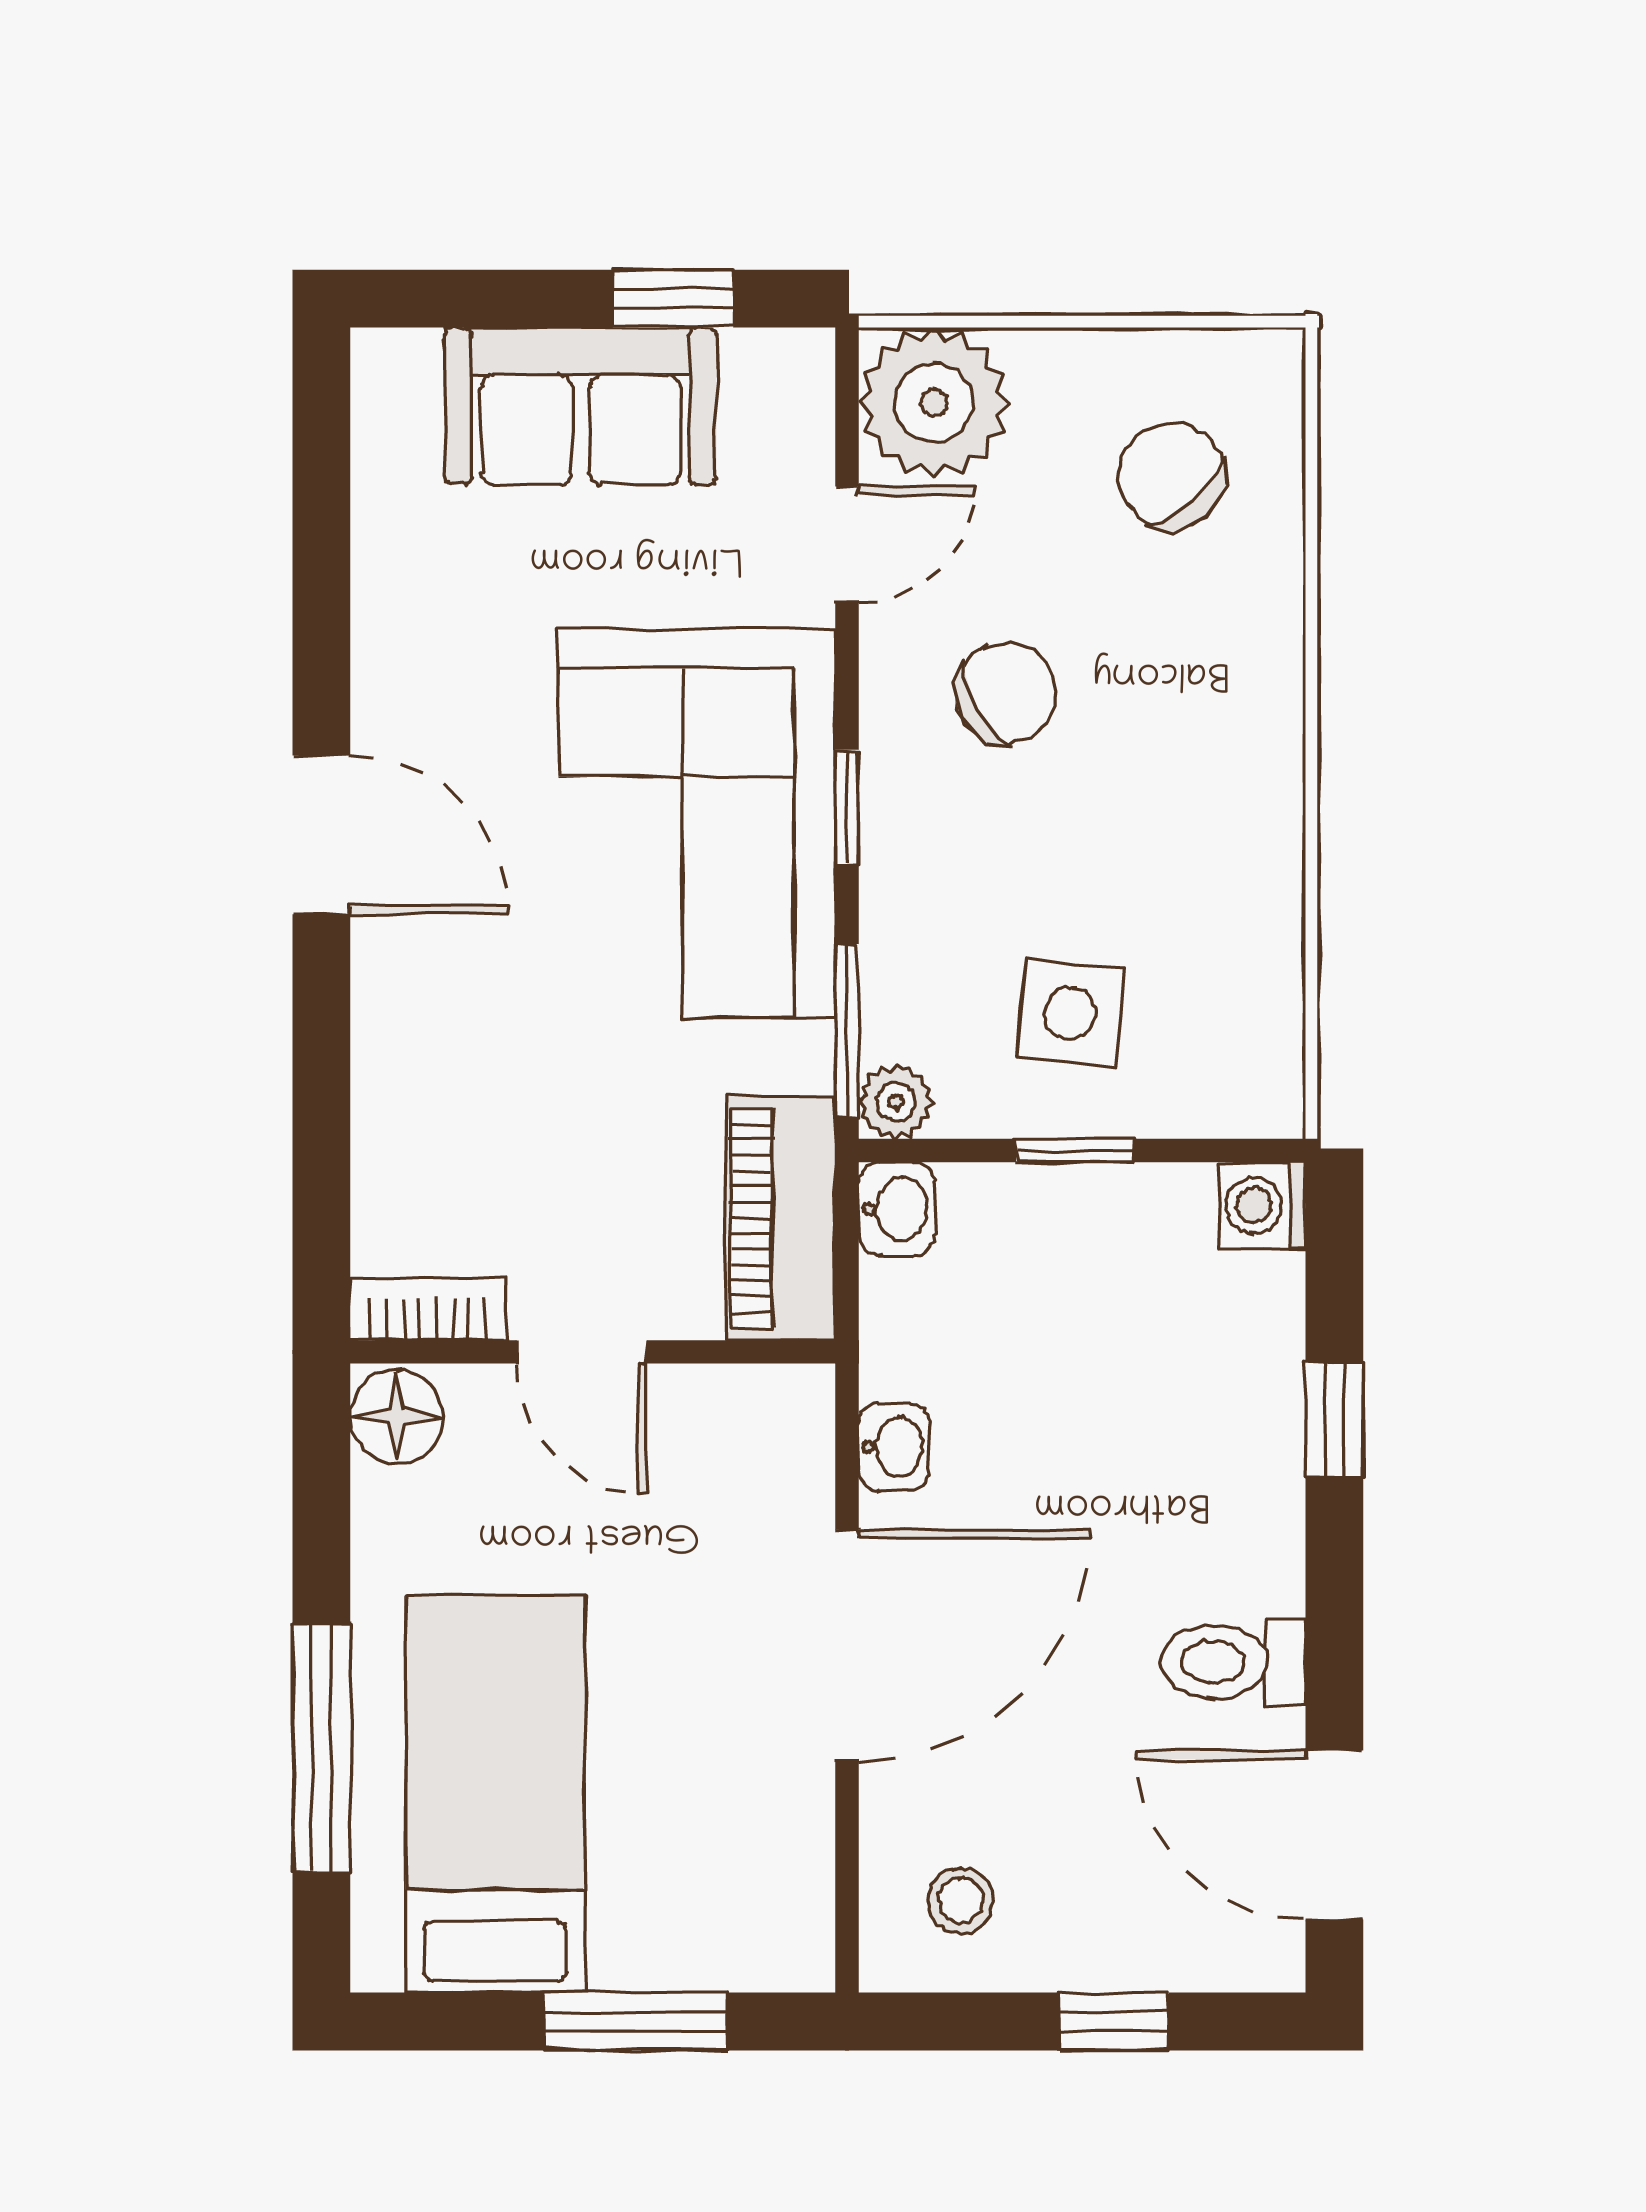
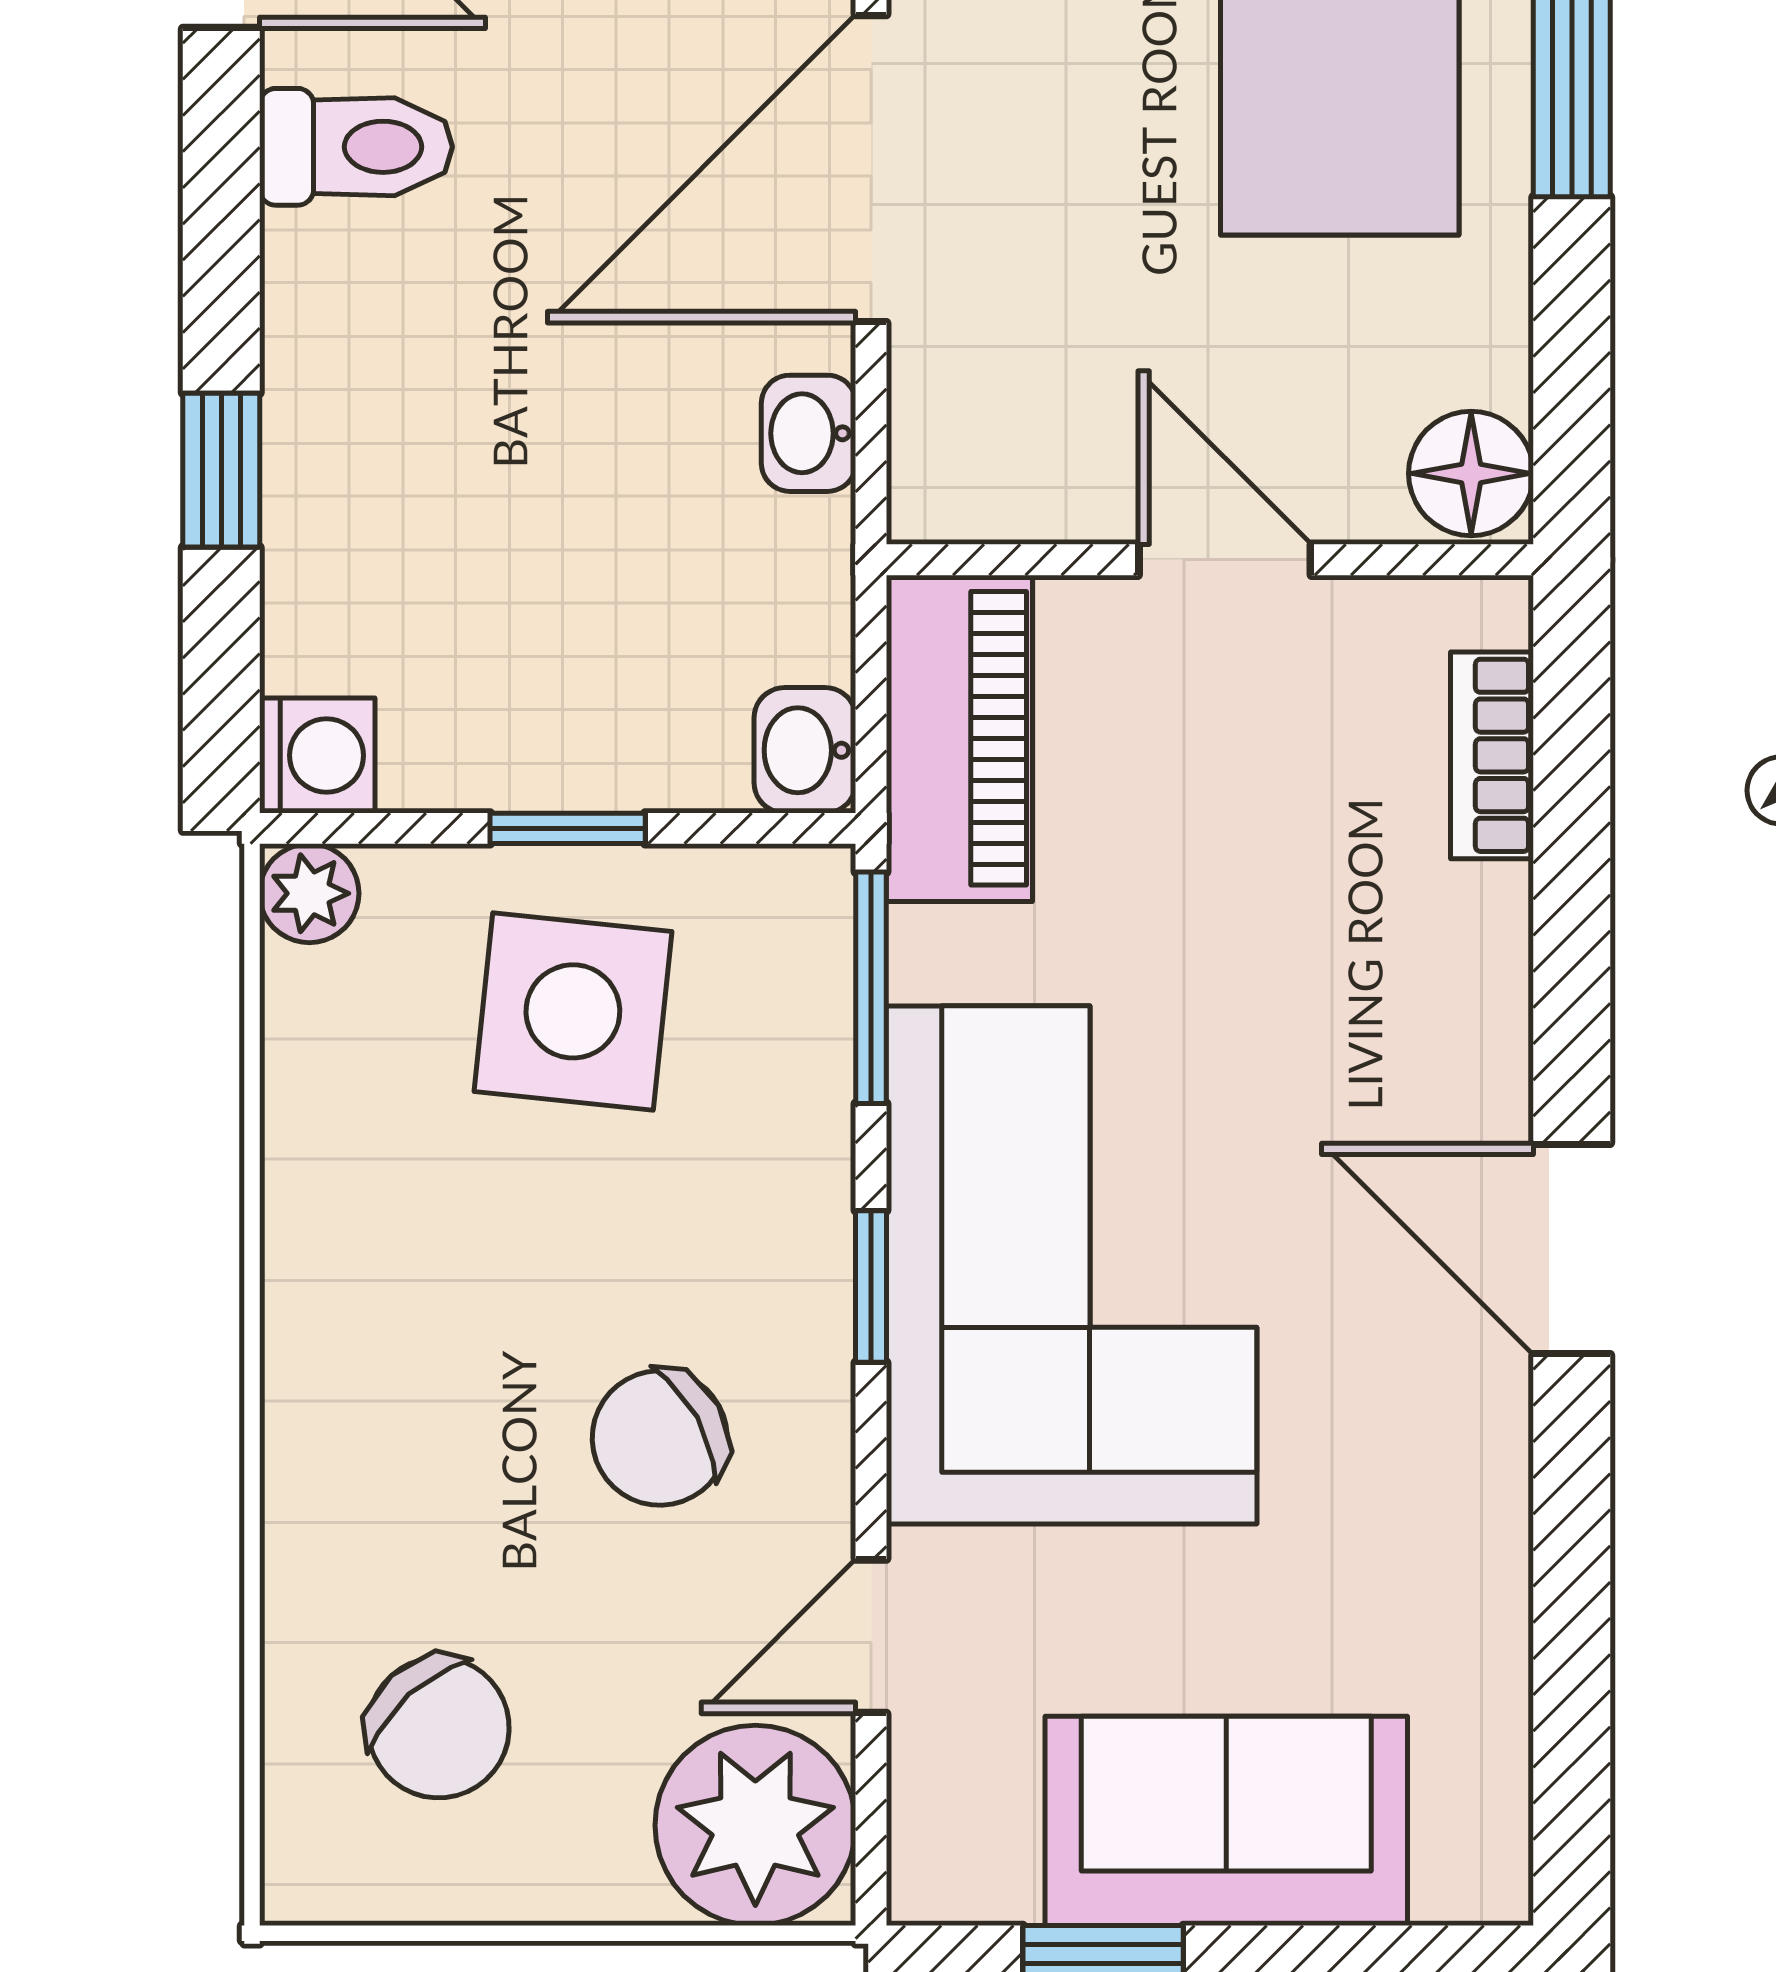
side table: (1071, 1013) -> (573, 1011), width x1.37, depth x1.37
plant: (896, 1102) -> (309, 893), moved
bookcase: (428, 1309) -> (1492, 755), moved, turned 90

